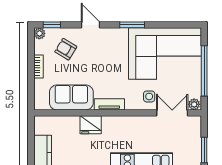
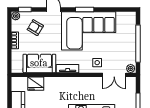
corner sofa: (165, 54) -> (89, 31), moved
double door: (172, 113) -> (114, 75), swing flipped
fridge: (91, 125) -> (36, 84), moved

